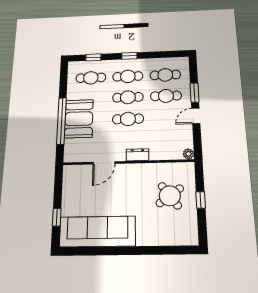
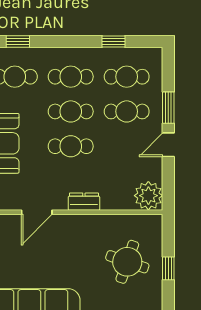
window: (129, 56) -> (114, 42), moved
plant: (188, 154) -> (148, 196), width x1.87, depth x1.87
round table: (170, 196) -> (127, 262), turned -35

